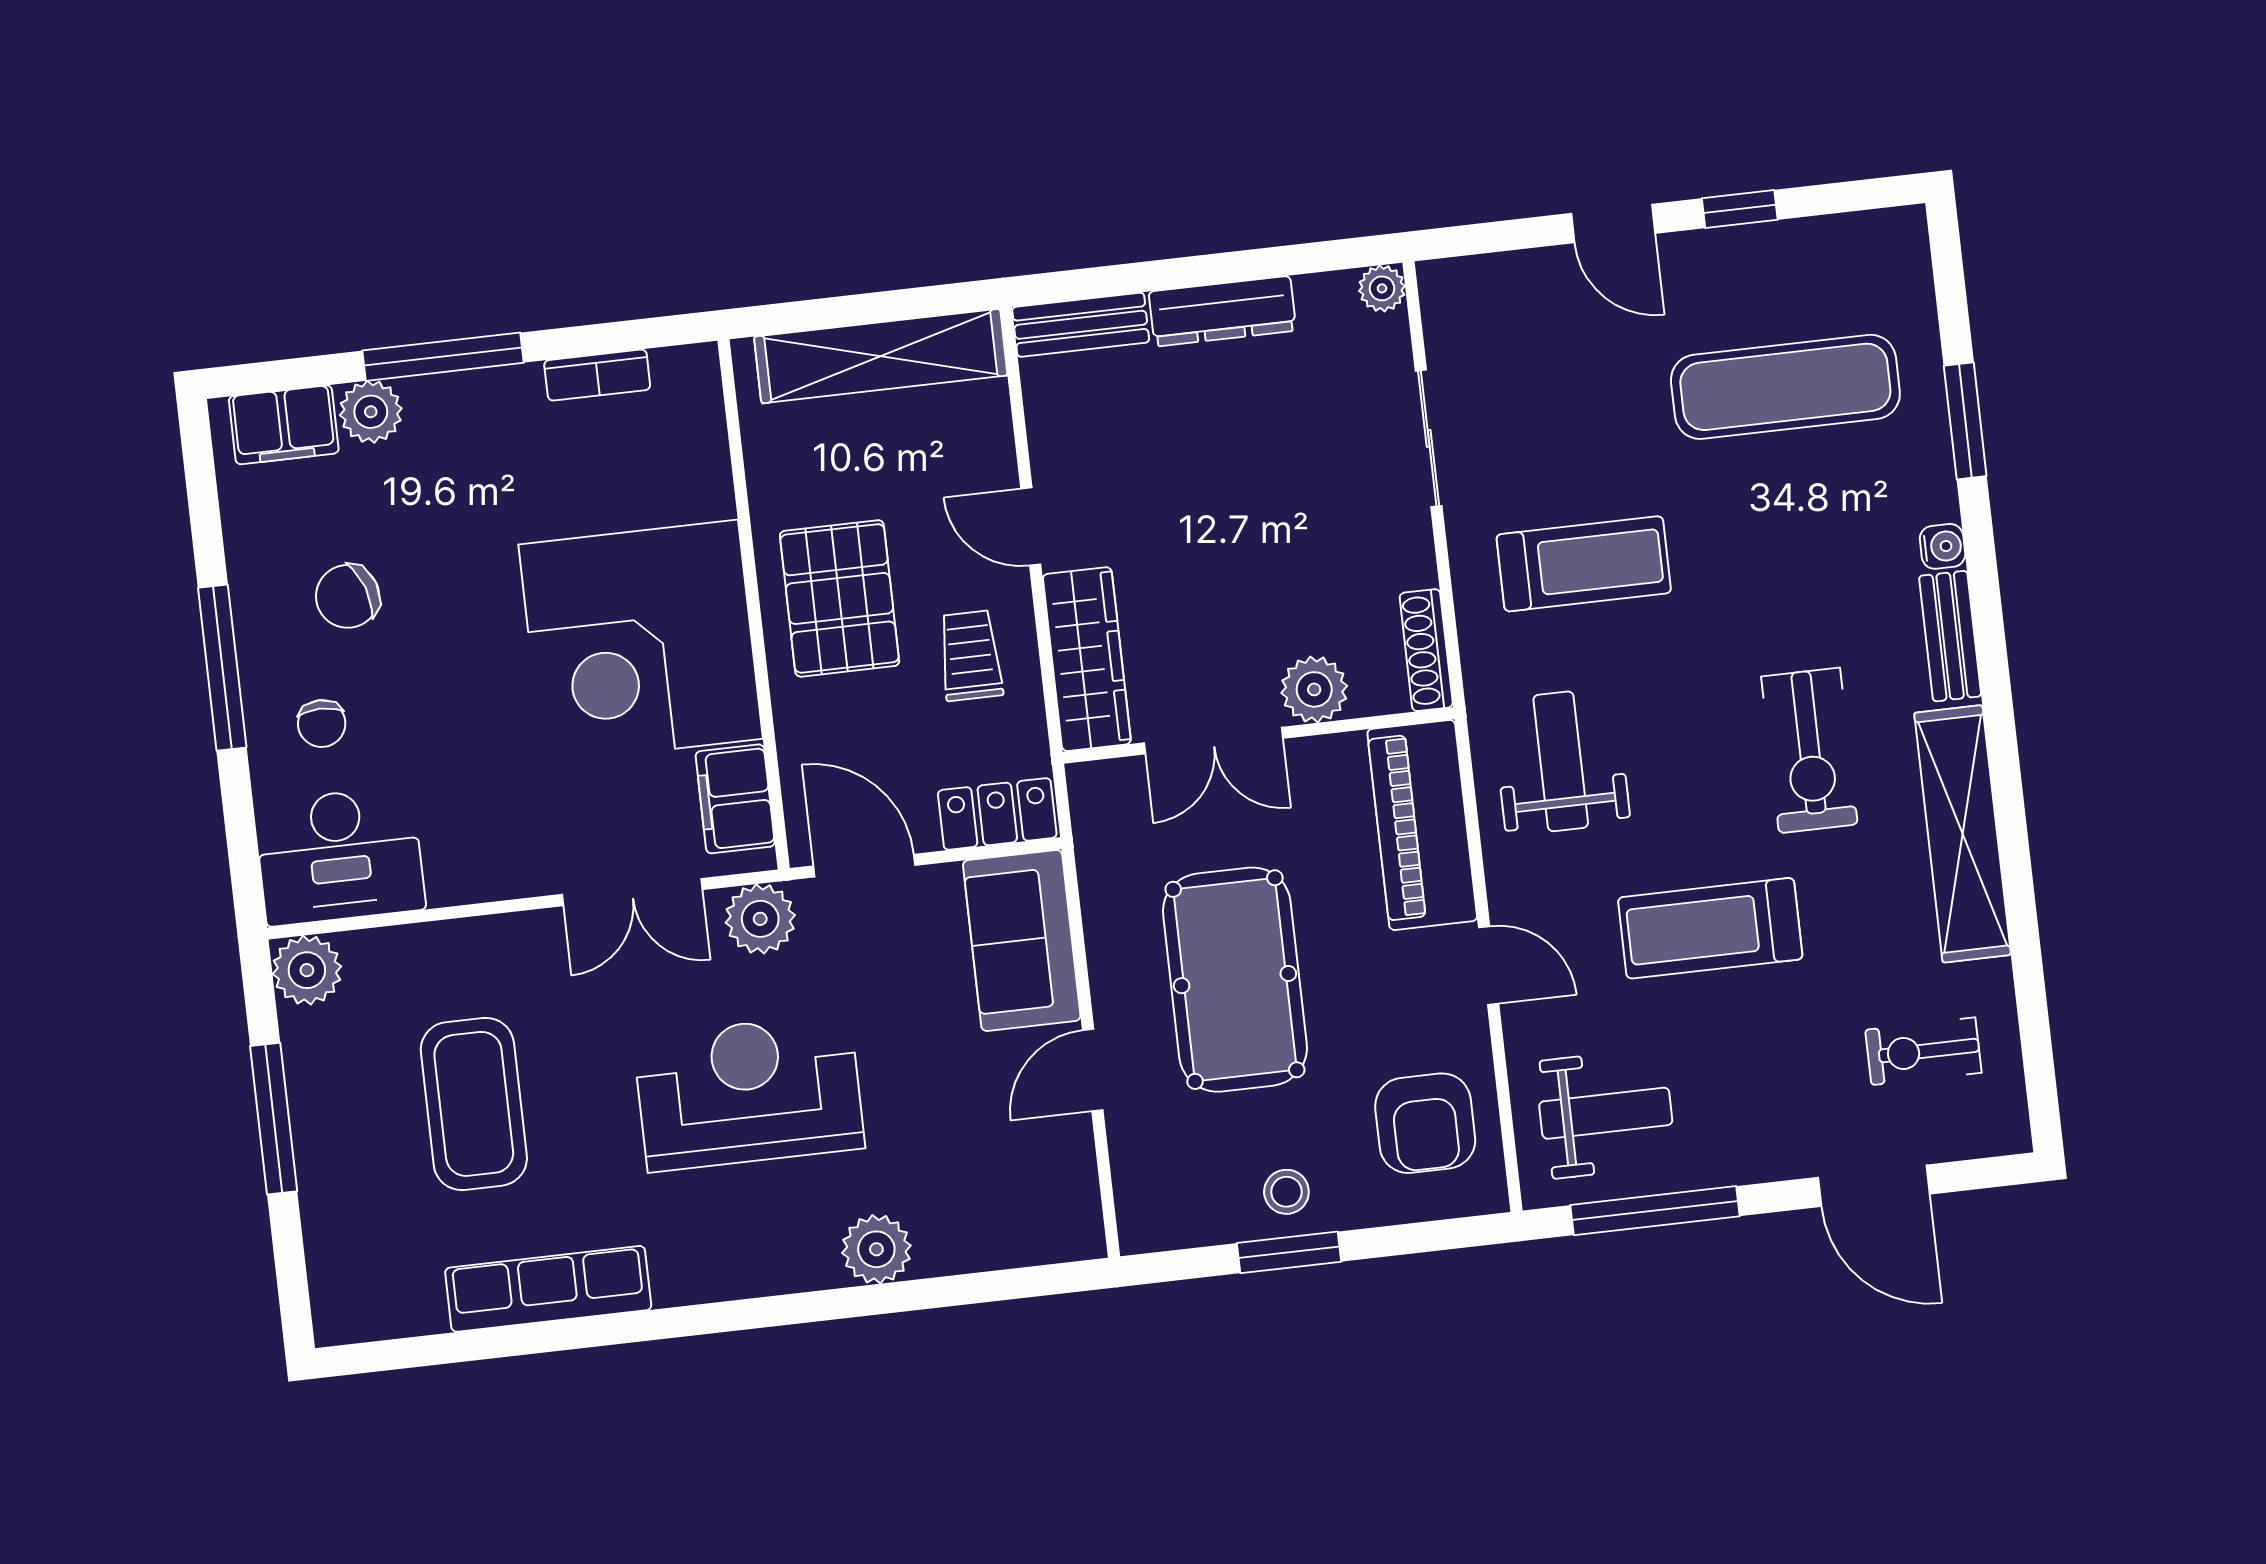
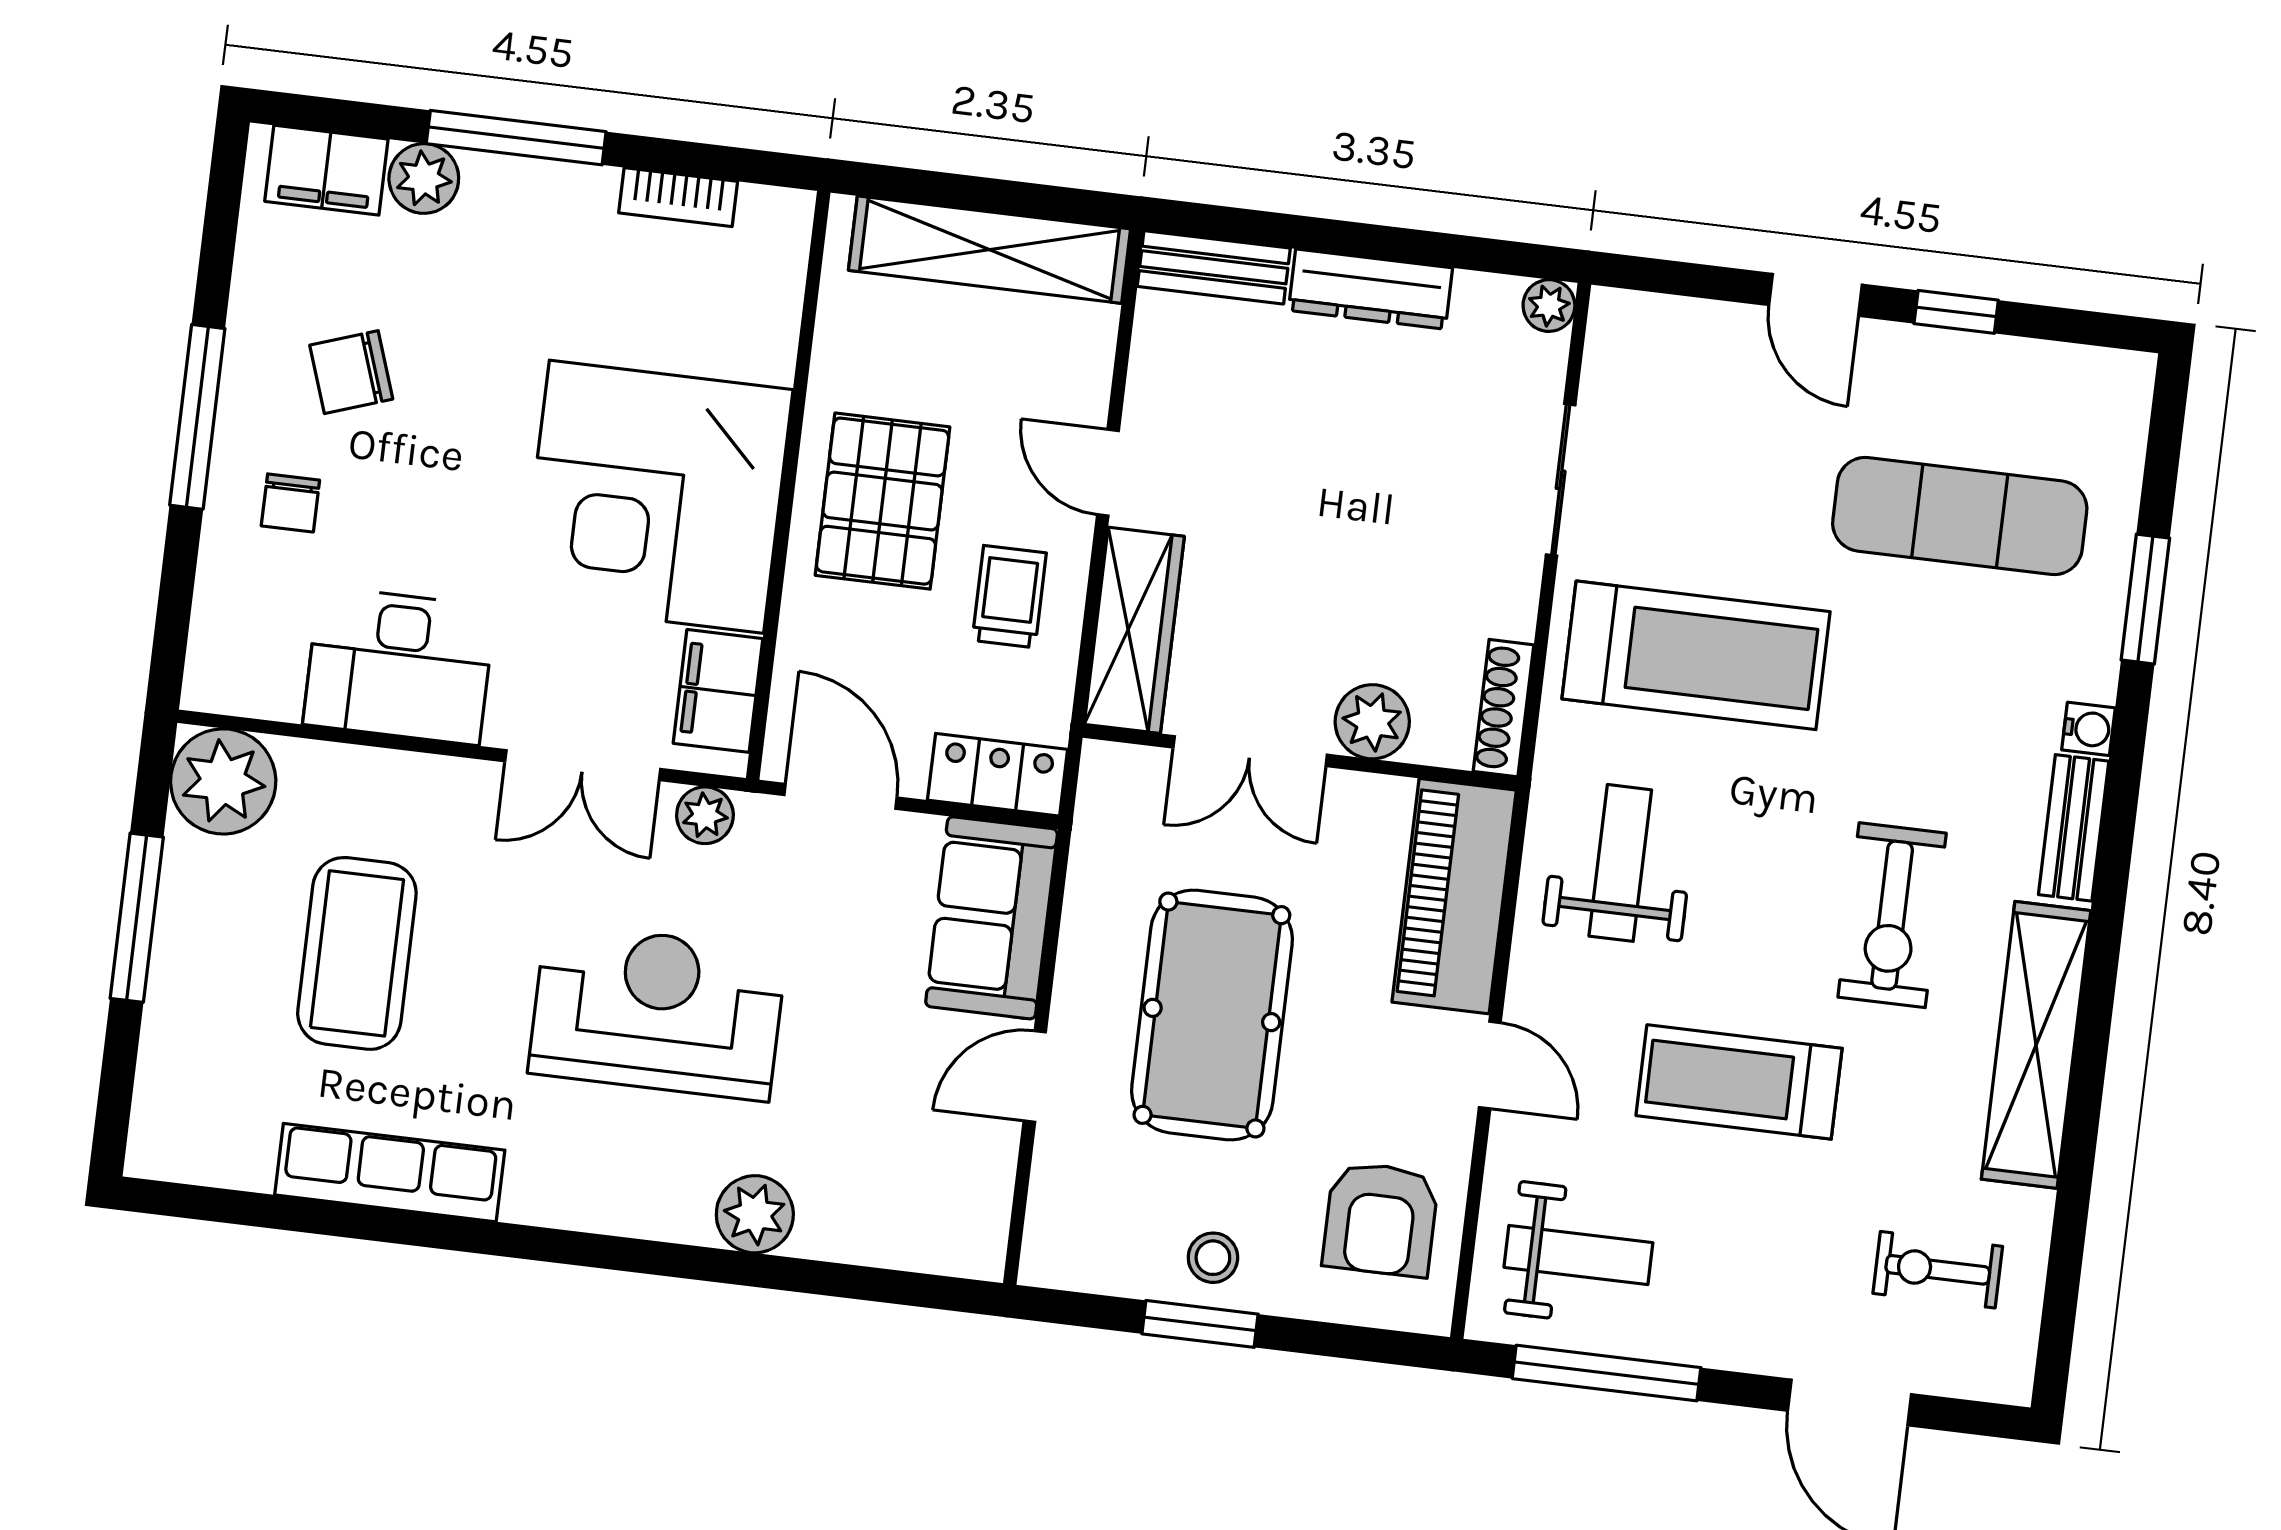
treadmill: (1584, 564) -> (1696, 655), width x1.37, depth x1.38
desk: (340, 856) -> (399, 666), moved
plant: (760, 919) -> (705, 815), width x0.73, depth x0.73
plant: (307, 970) -> (223, 781), width x1.36, depth x1.36

